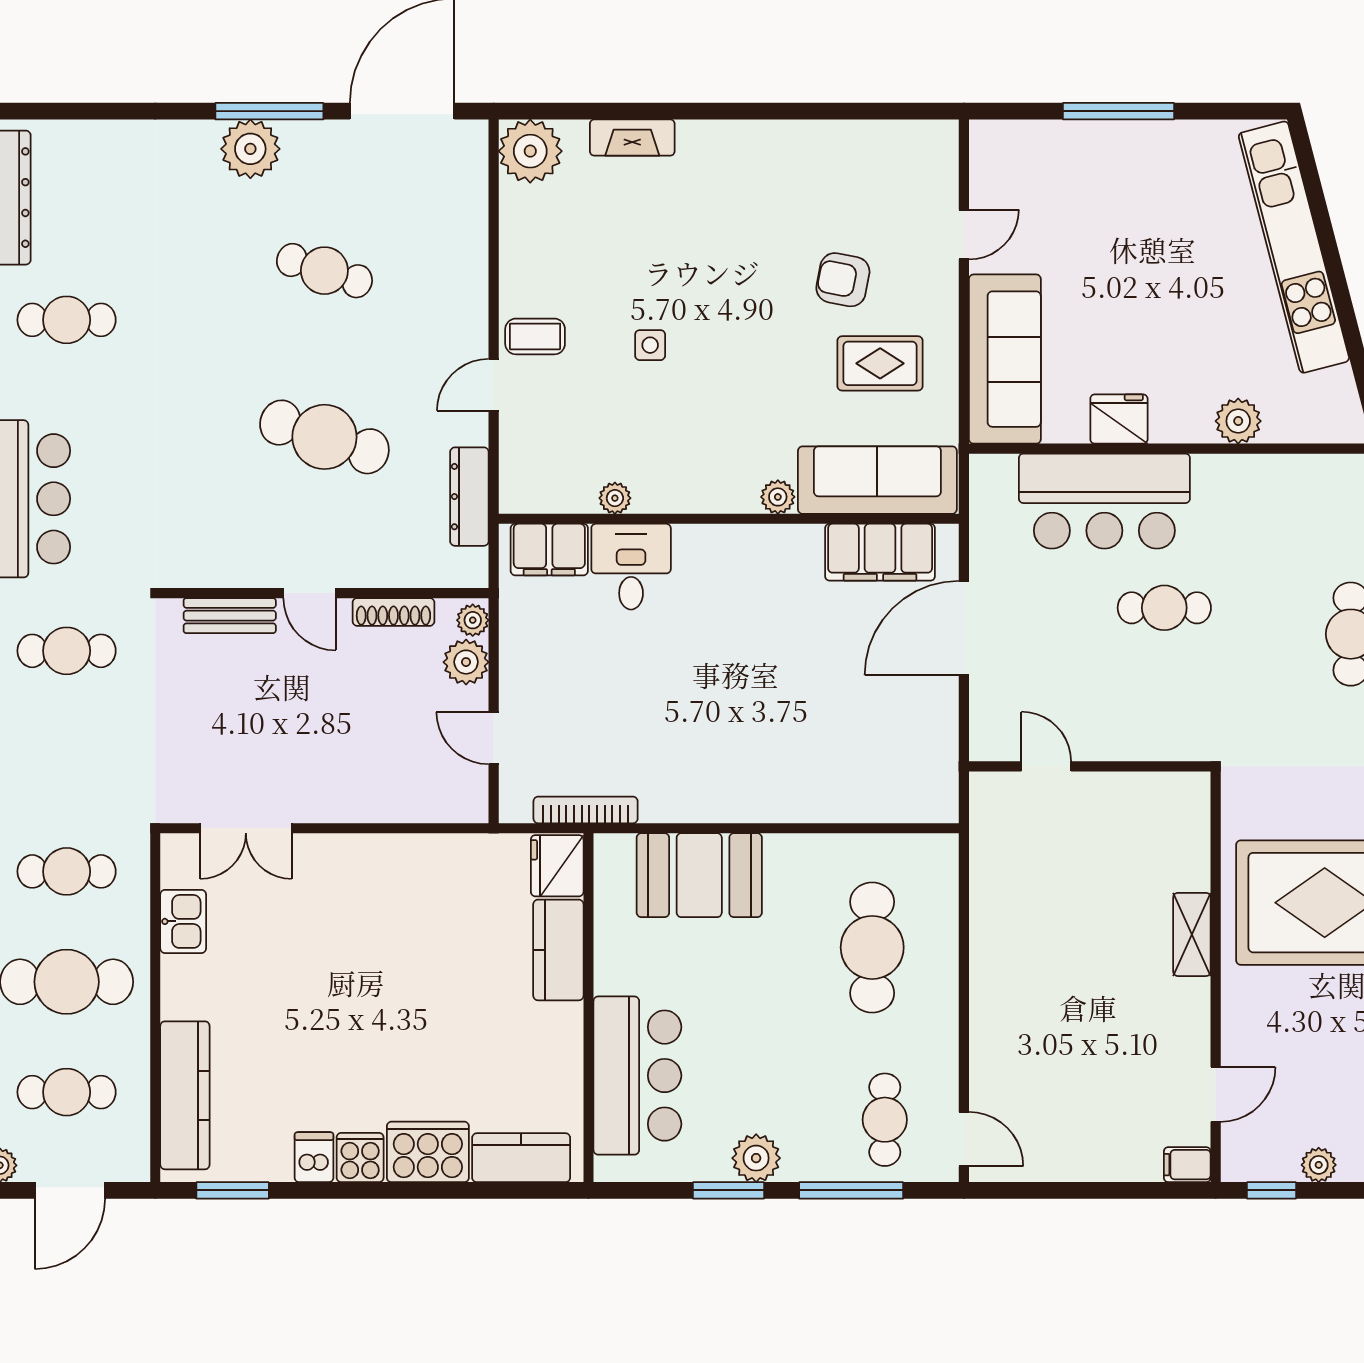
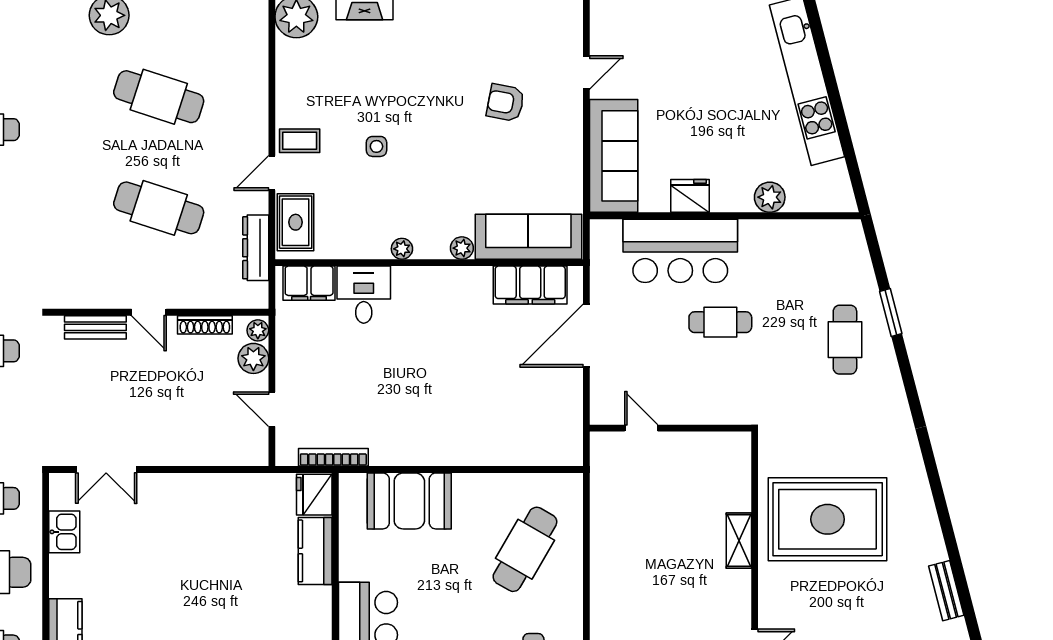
cafe table: (324, 271) -> (159, 97), width x1.37, depth x1.35
rug: (880, 363) -> (296, 222), moved, turned 90
plant: (615, 498) -> (402, 249), moved
cafe table: (872, 947) -> (525, 549), turned 30

